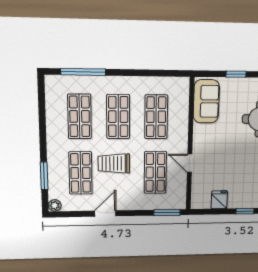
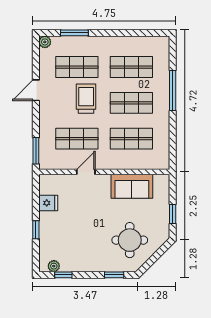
window: (83, 72) -> (173, 91), moved
sofa: (206, 101) -> (132, 186), moved
door: (105, 213) -> (36, 90), swing flipped

